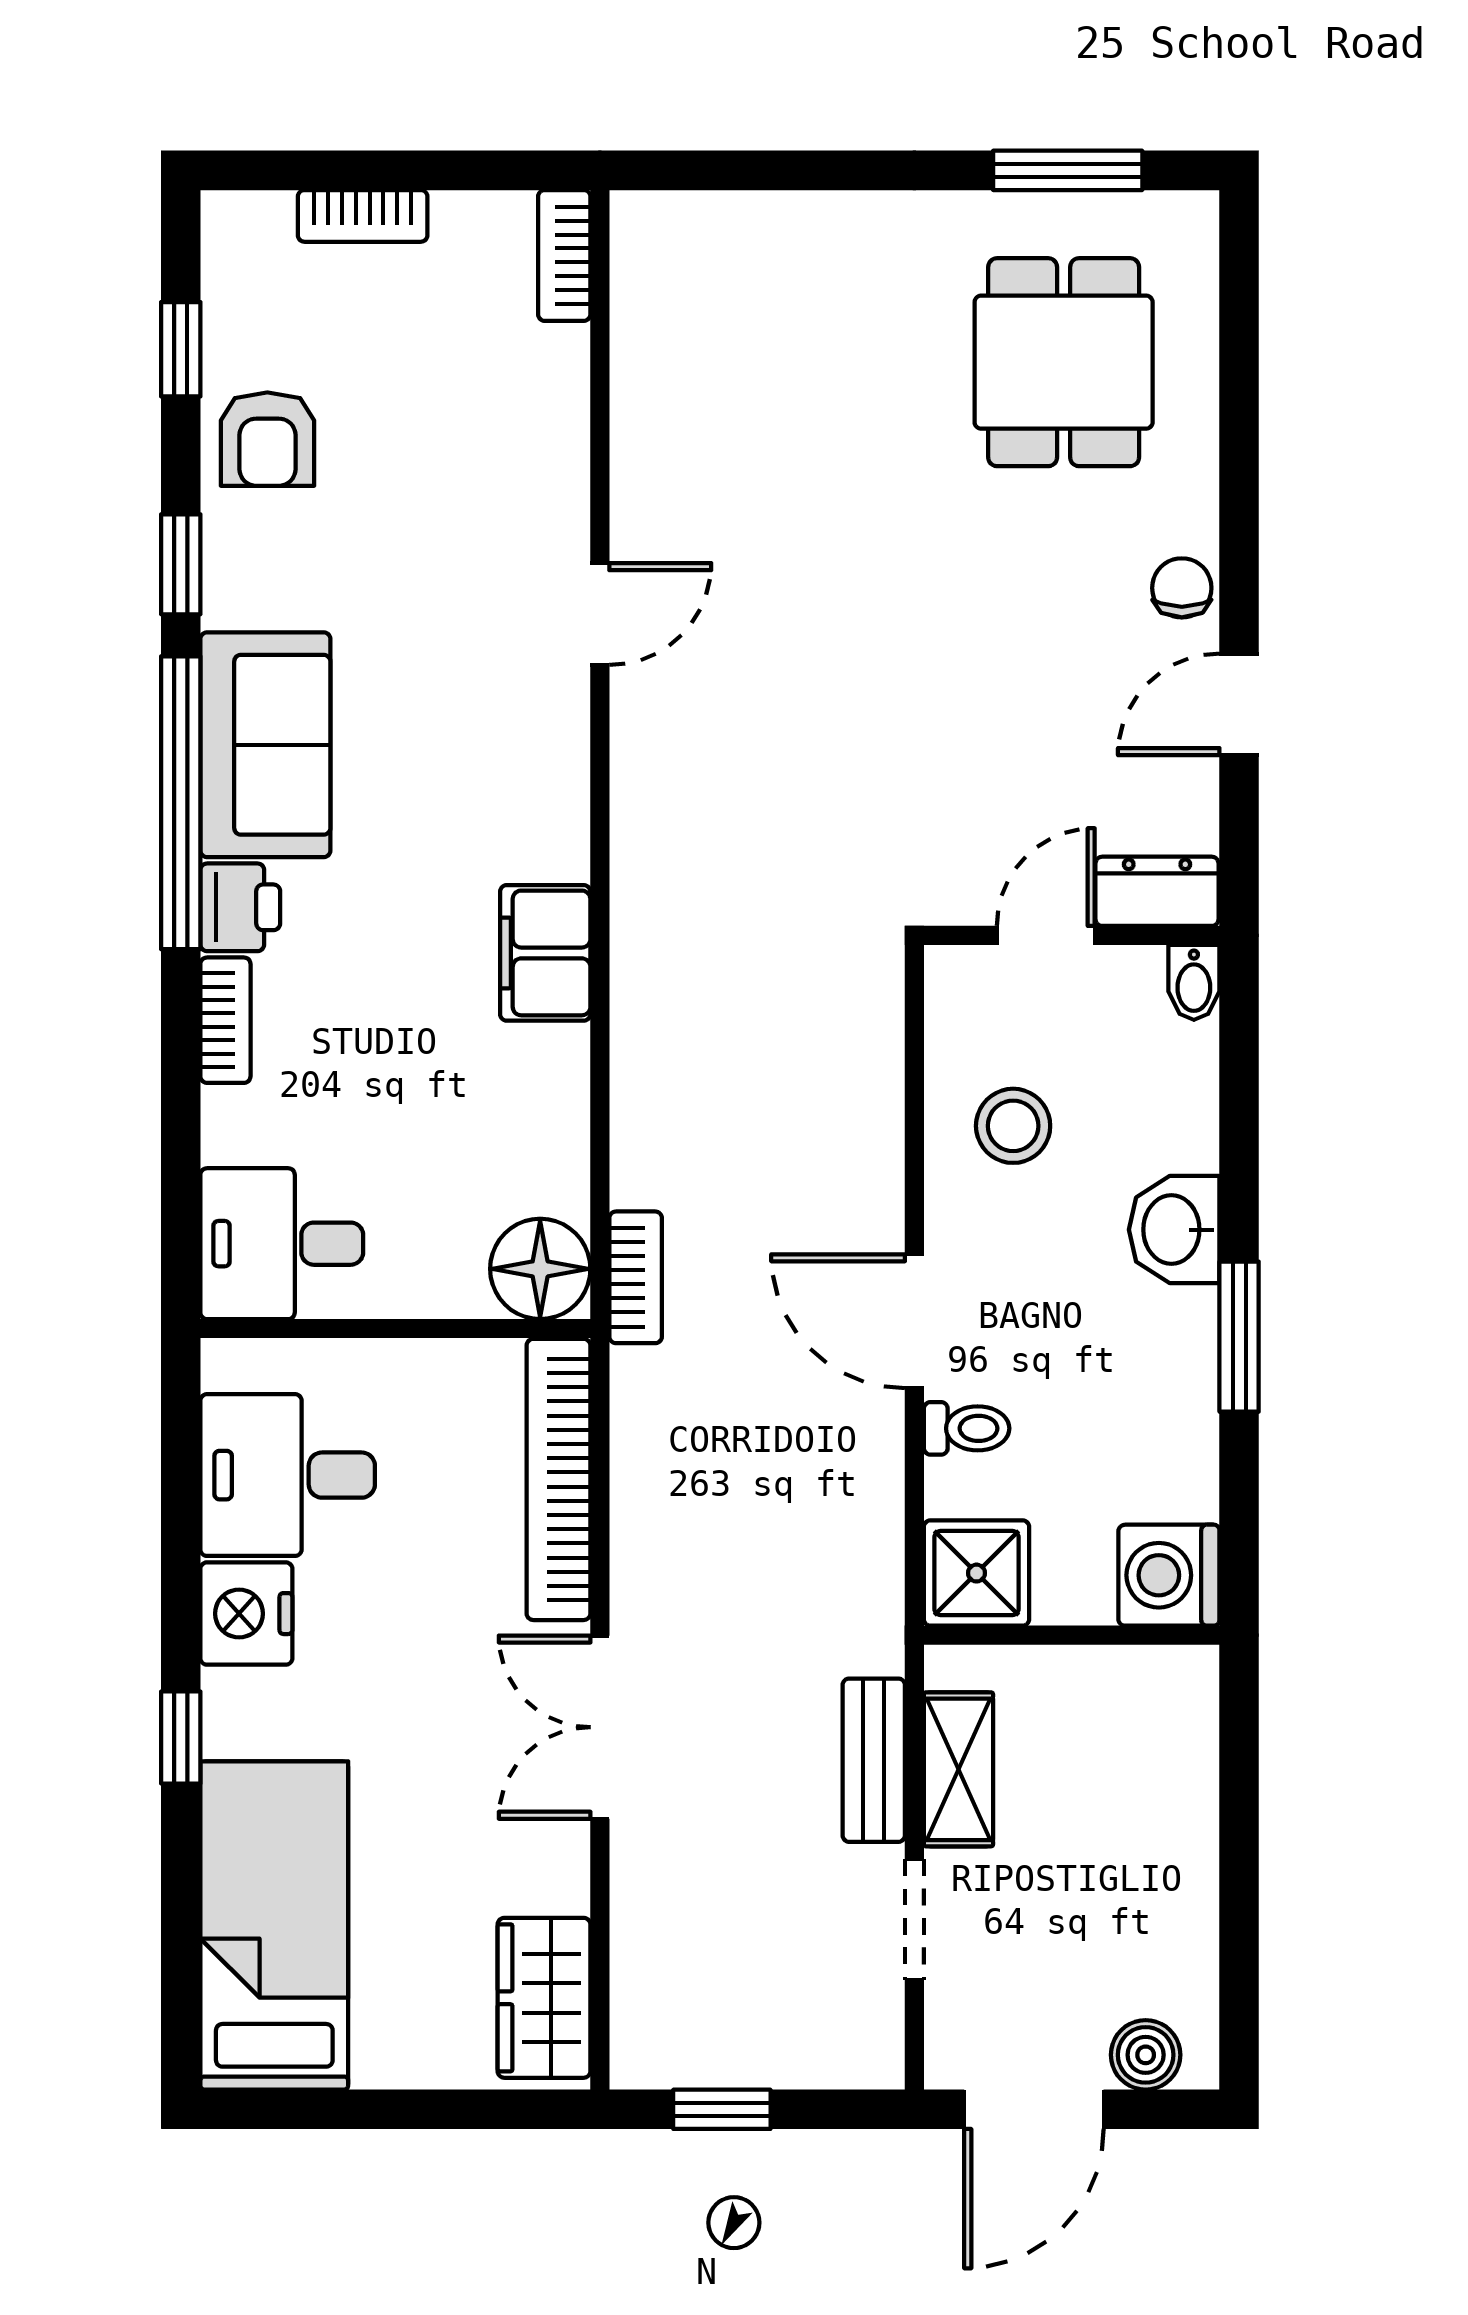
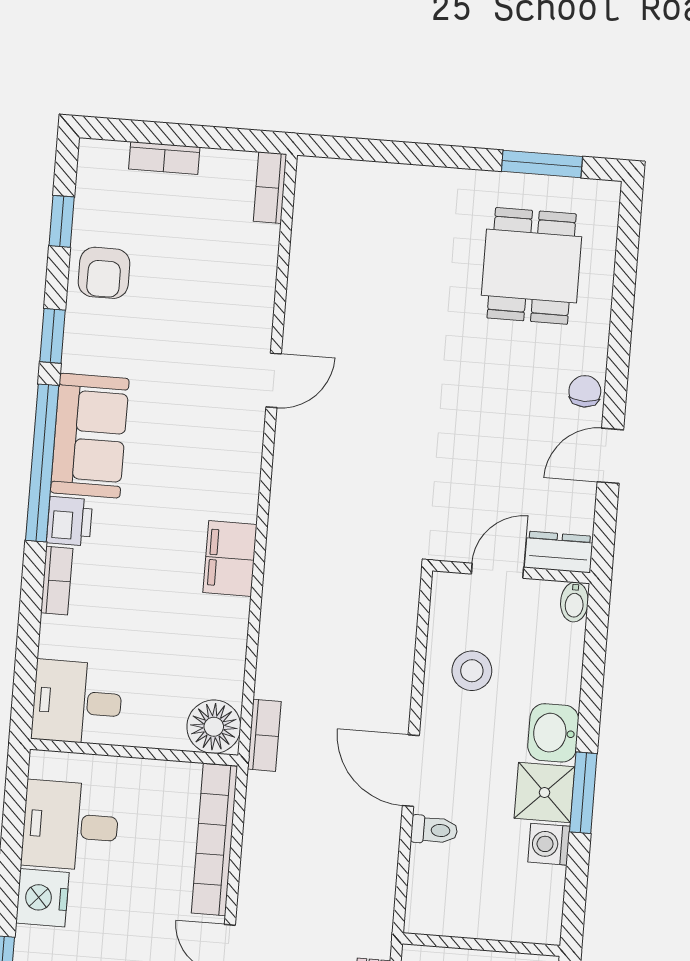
shower: (976, 1573) -> (544, 793), moved
washing machine: (1169, 1575) -> (549, 844), moved, width x0.73, depth x0.73

